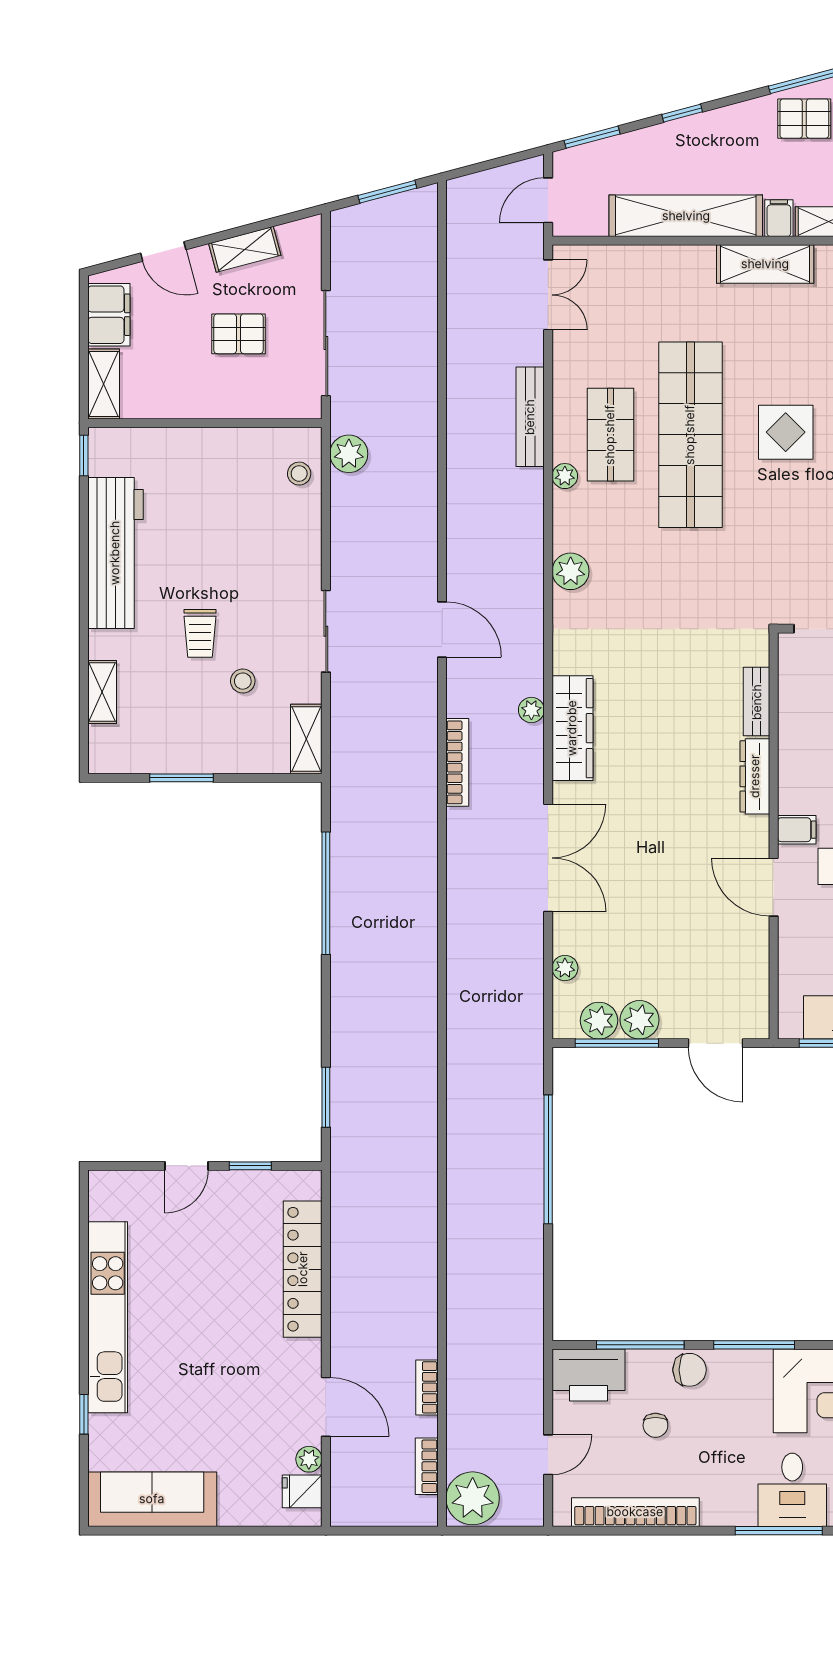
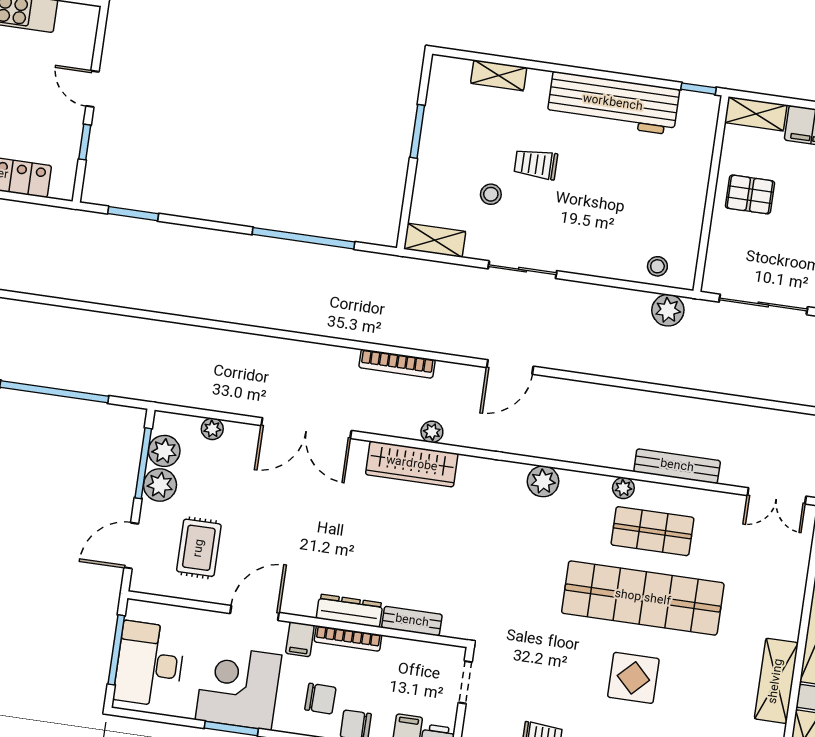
pallet: (238, 334) -> (750, 194), moved, turned 90
bookcase: (788, 774) -> (348, 638), added
rug: (707, 964) -> (199, 548), added

